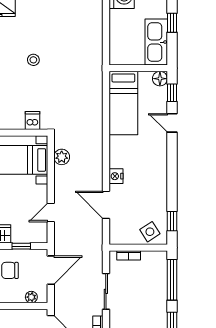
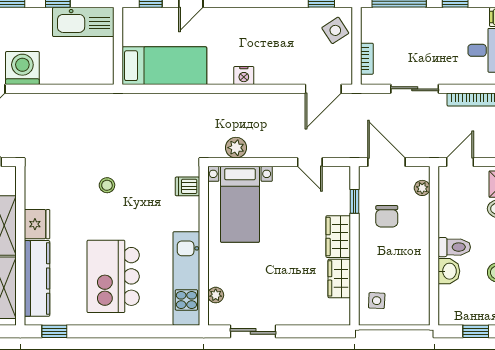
floor lamp: (160, 79) -> (132, 17), removed
nightstand: (116, 176) -> (244, 76), moved
door: (106, 205) -> (323, 89), moved

